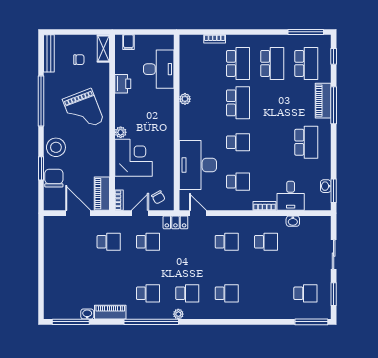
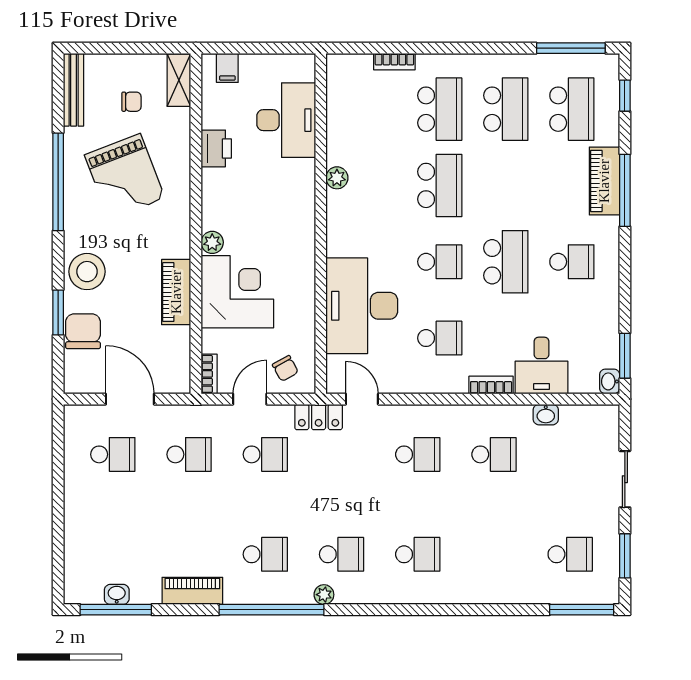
grand piano: (83, 110) -> (125, 177), moved
school desk: (272, 142) -> (506, 262), added
school desk: (306, 142) -> (572, 262), width x0.54
washbasin: (326, 186) -> (610, 381), moved
piano: (102, 194) -> (176, 292), moved
school desk: (69, 242) -> (113, 454), added
washbasin: (87, 314) -> (117, 594), moved

